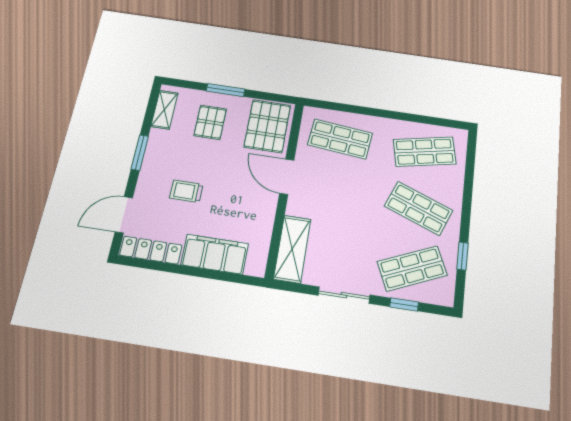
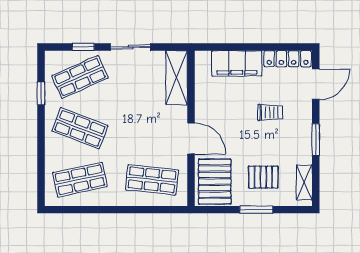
pallet: (210, 122) -> (263, 177), turned 90

